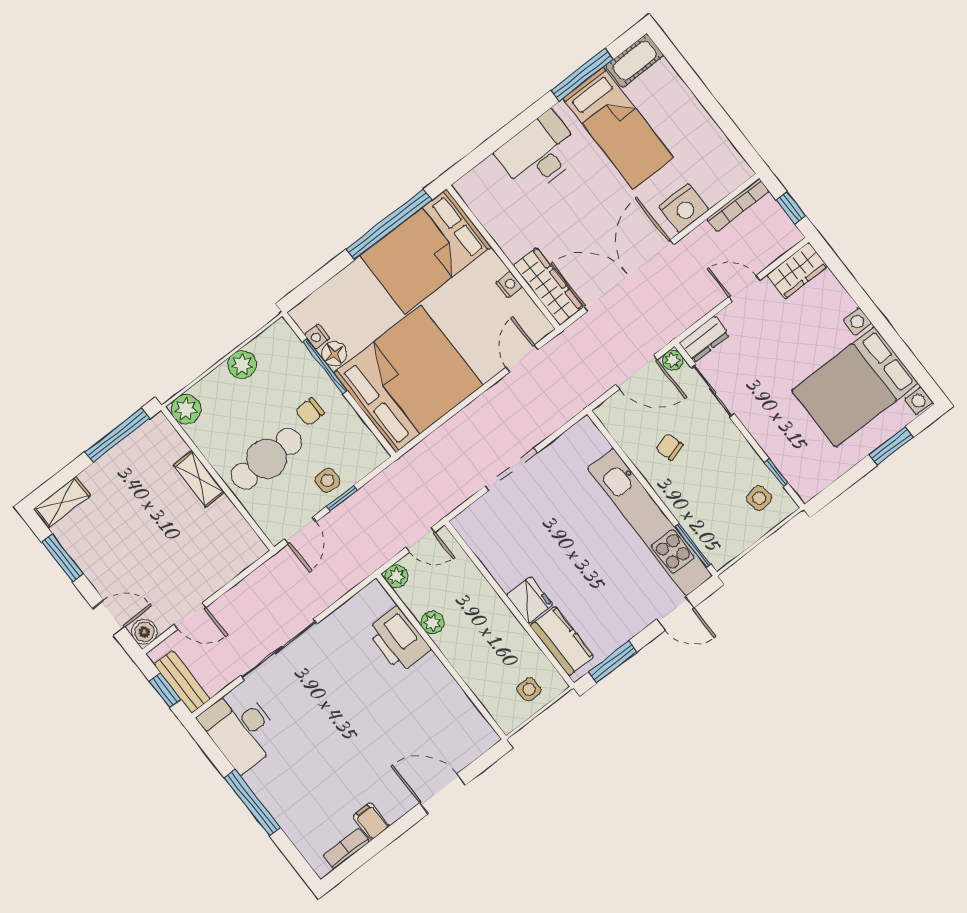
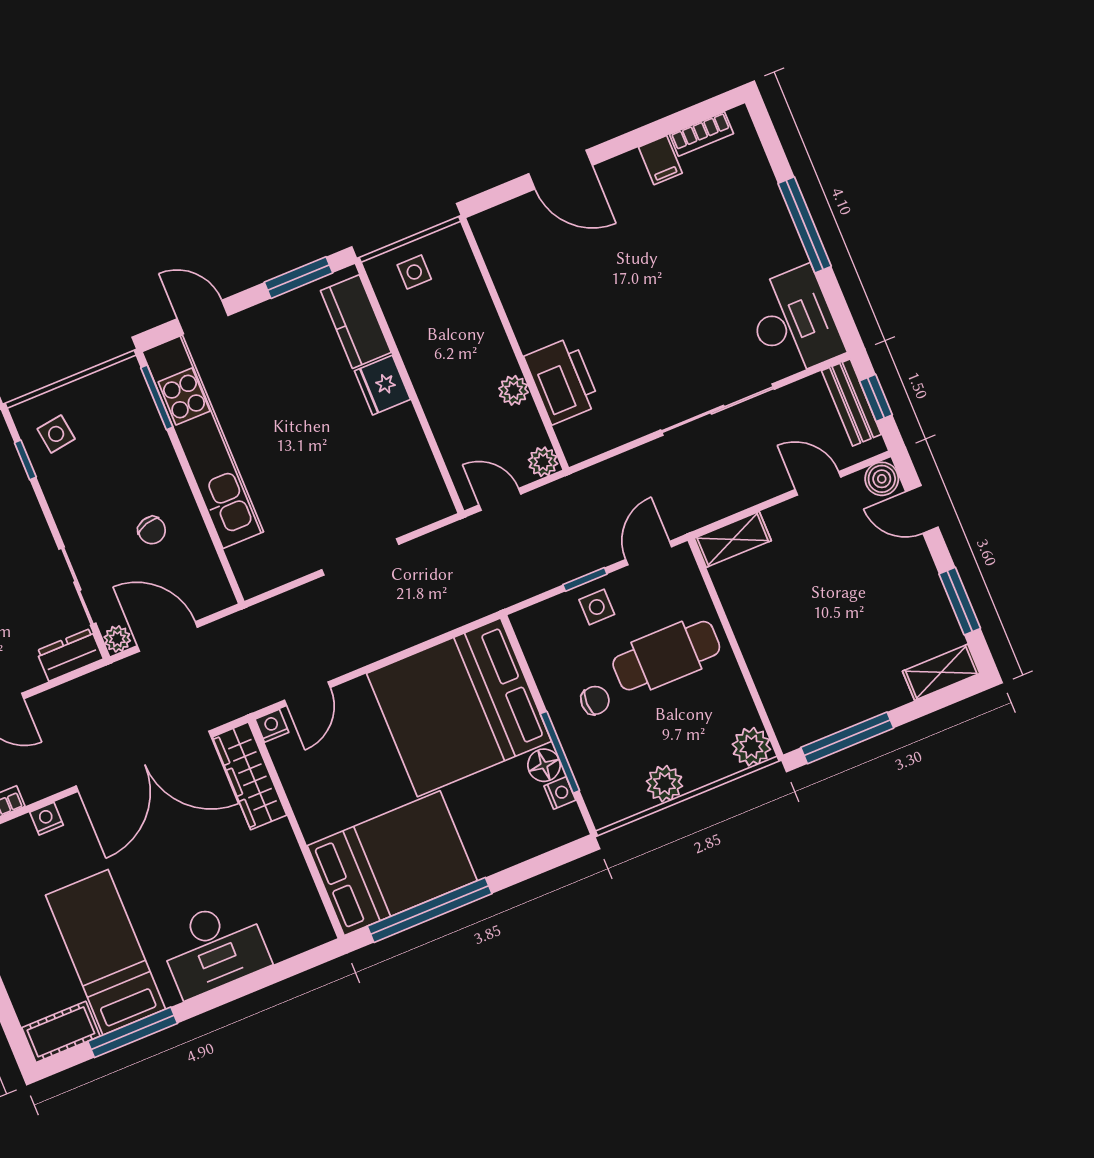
nightstand: (684, 208) -> (47, 819), width x0.53, depth x0.56
nightstand: (509, 285) -> (272, 726), moved, turned 90
shelving: (199, 479) -> (733, 539), moved, turned 90

